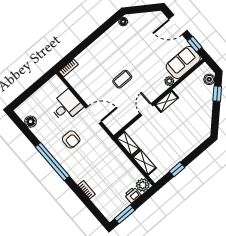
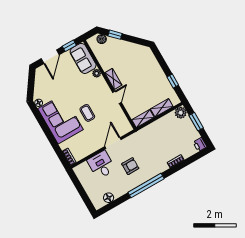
corner sofa: (109, 50) -> (60, 119), added
door: (146, 109) -> (117, 97), swing flipped
printer: (133, 195) -> (200, 145), moved
window: (125, 214) -> (196, 122), moved

